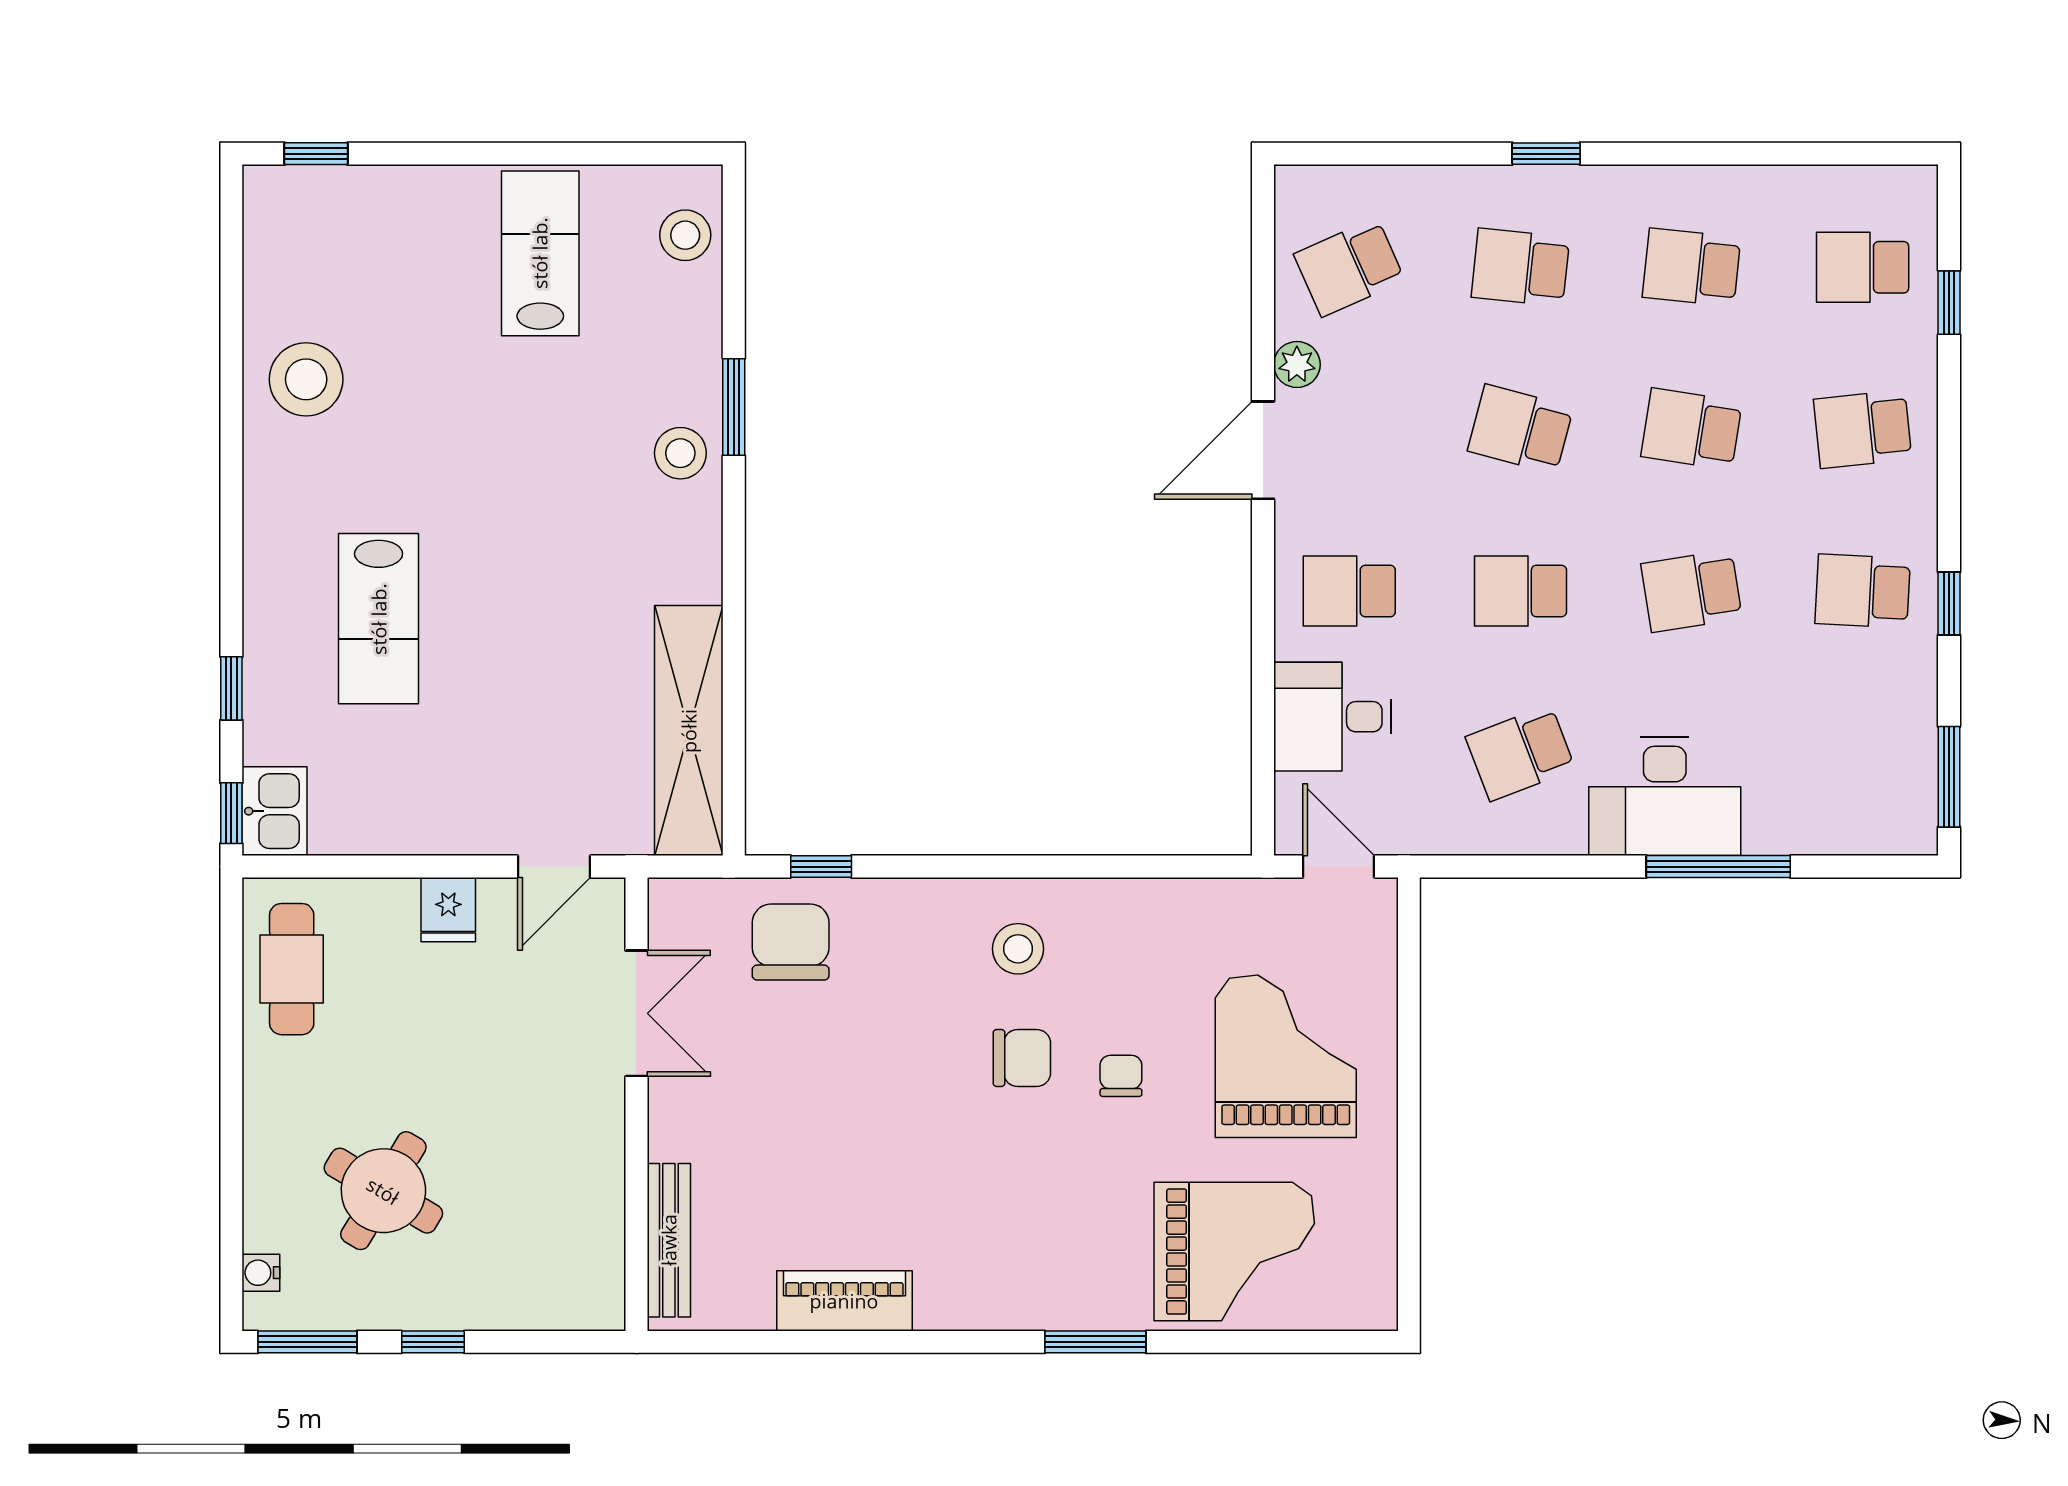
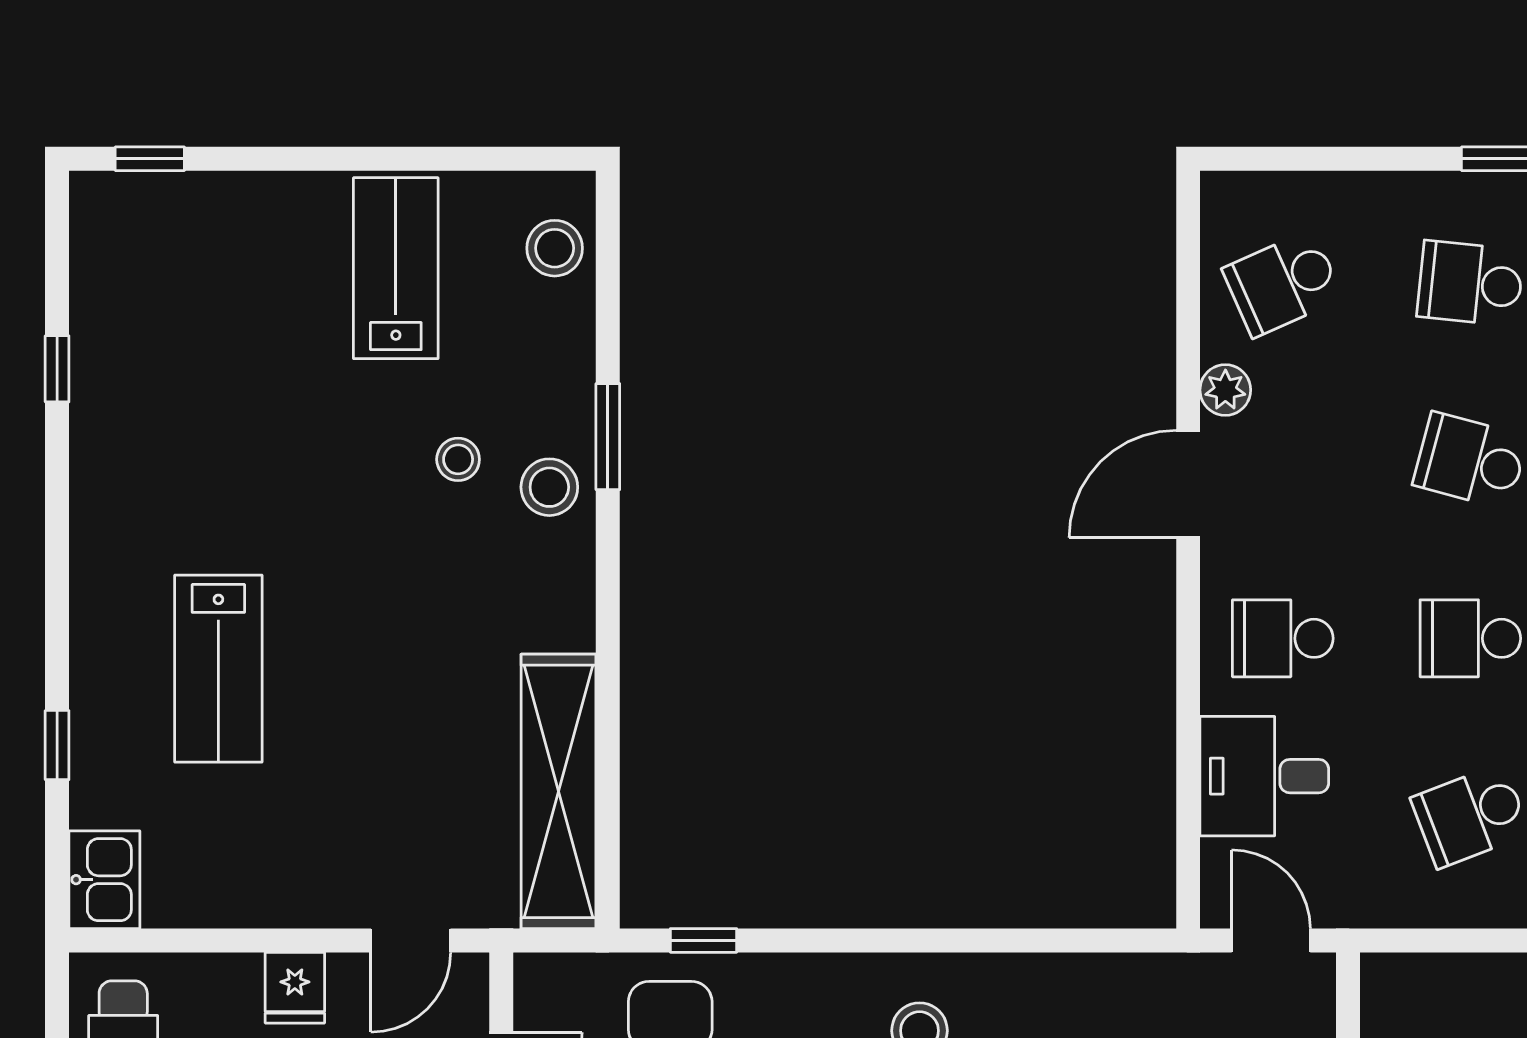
stool: (306, 379) -> (458, 459), moved, width x0.53, depth x0.53
window: (231, 813) -> (57, 369), moved

